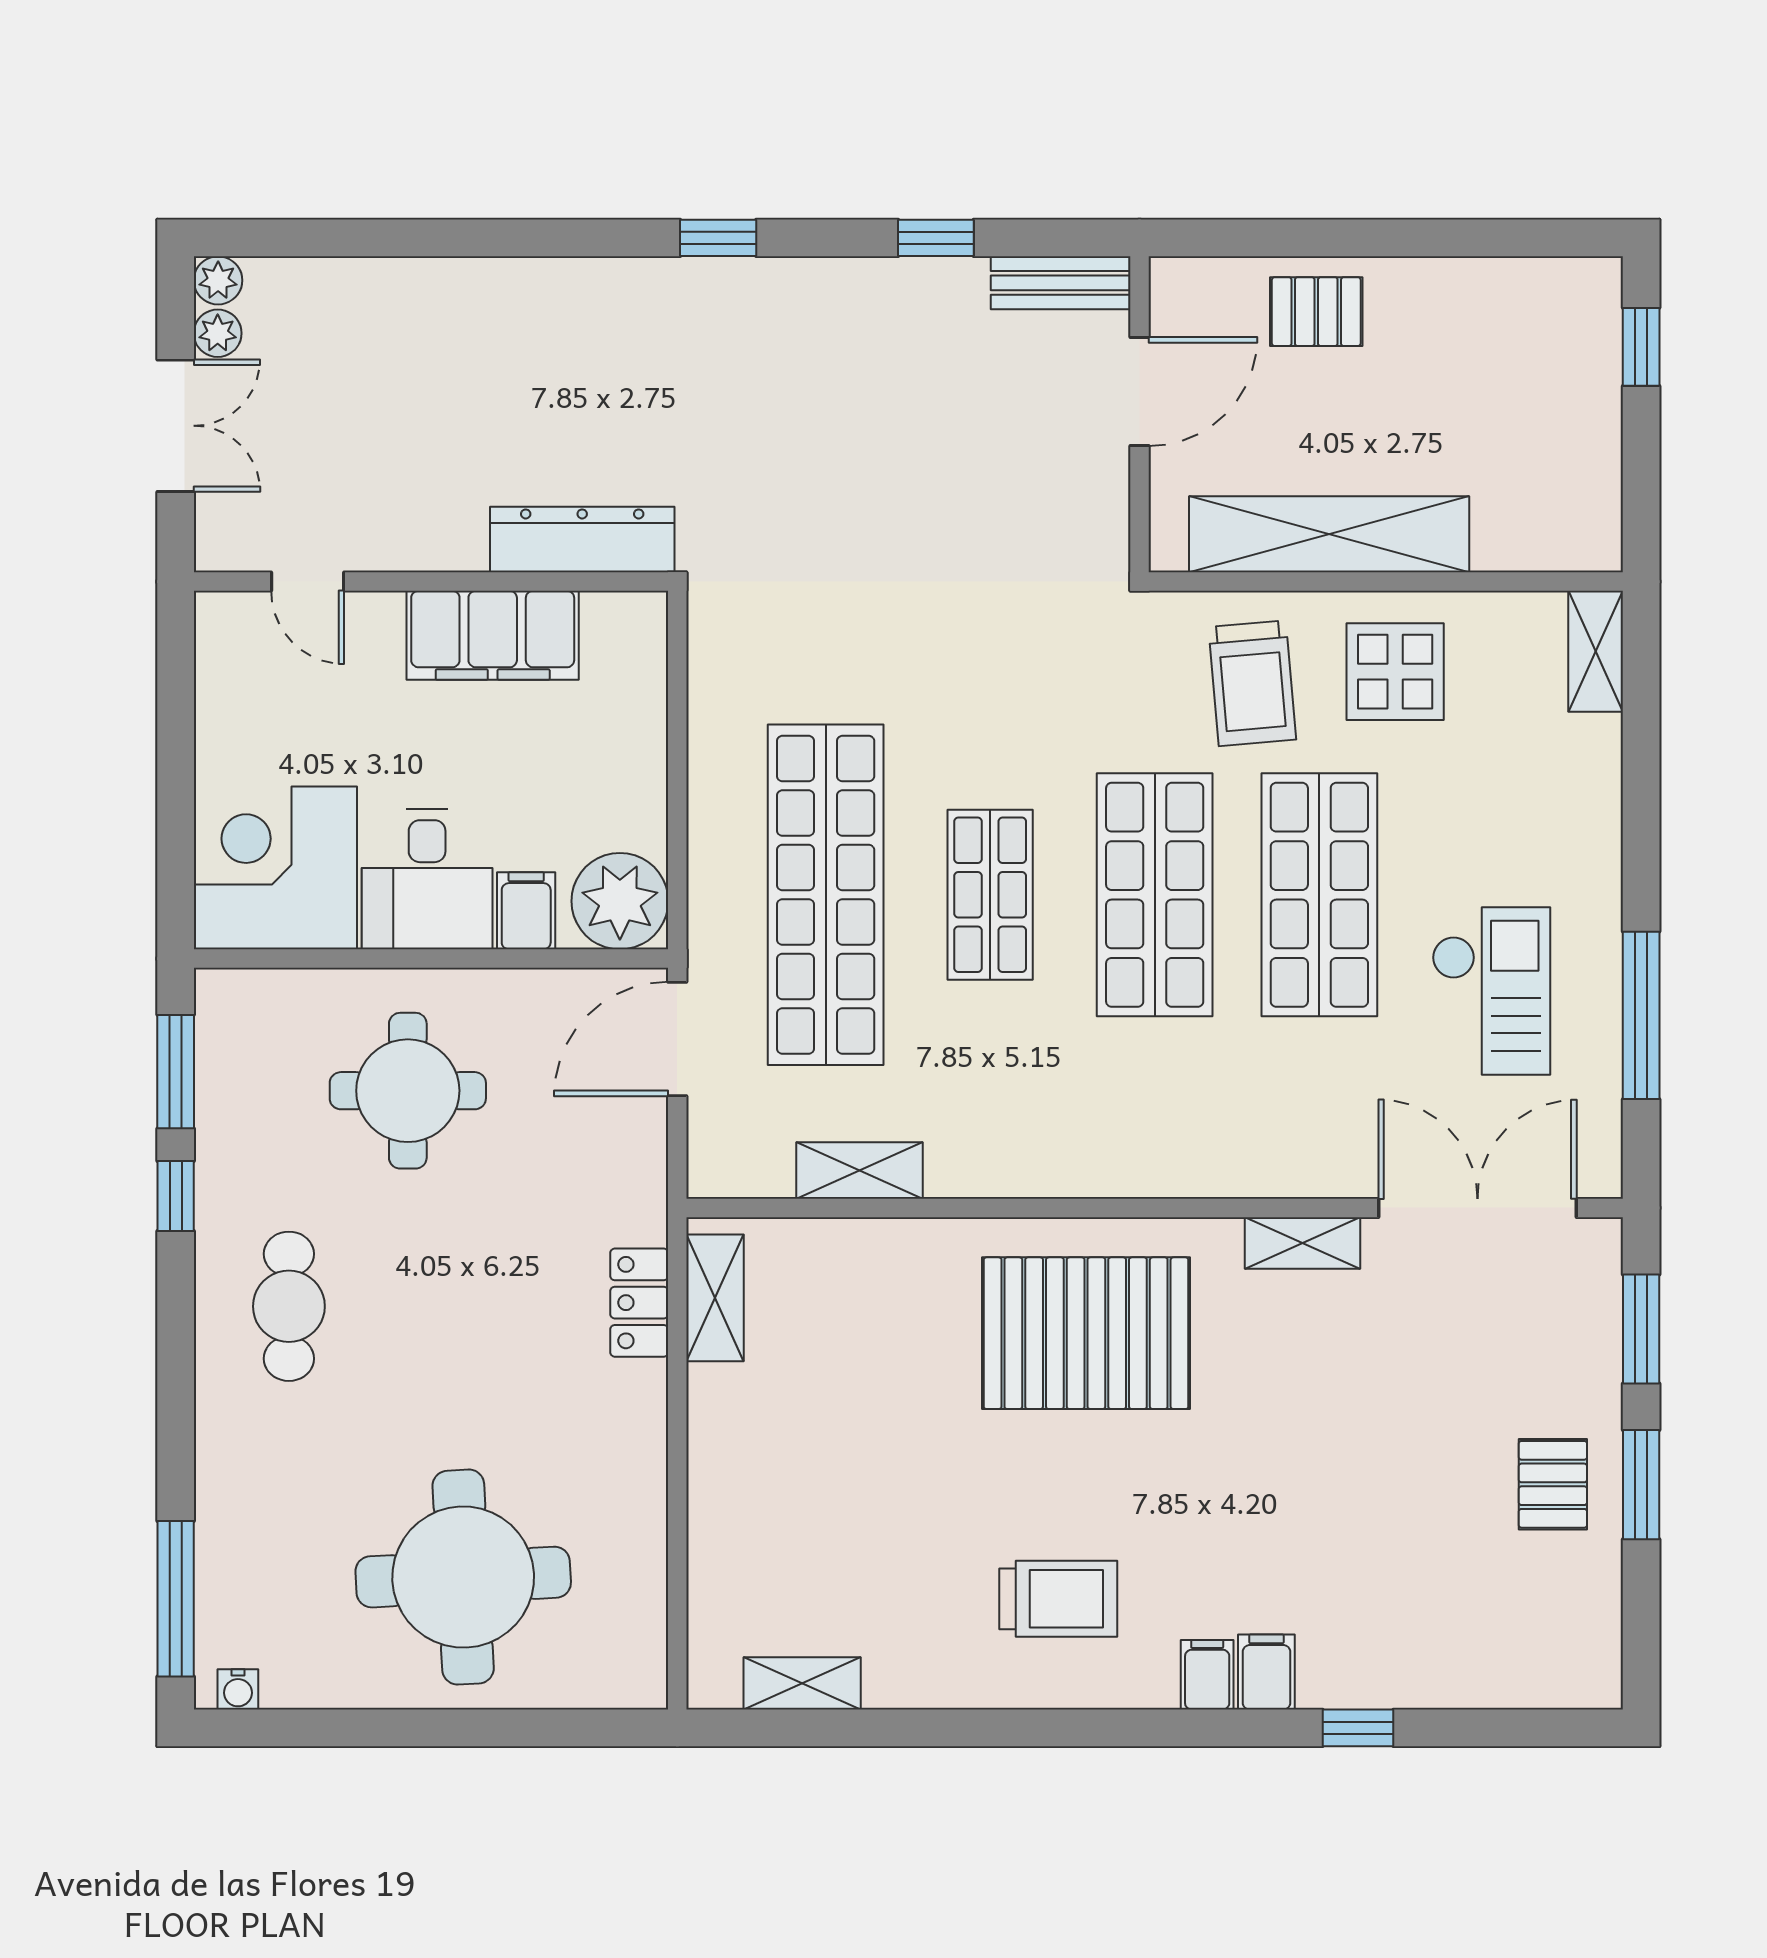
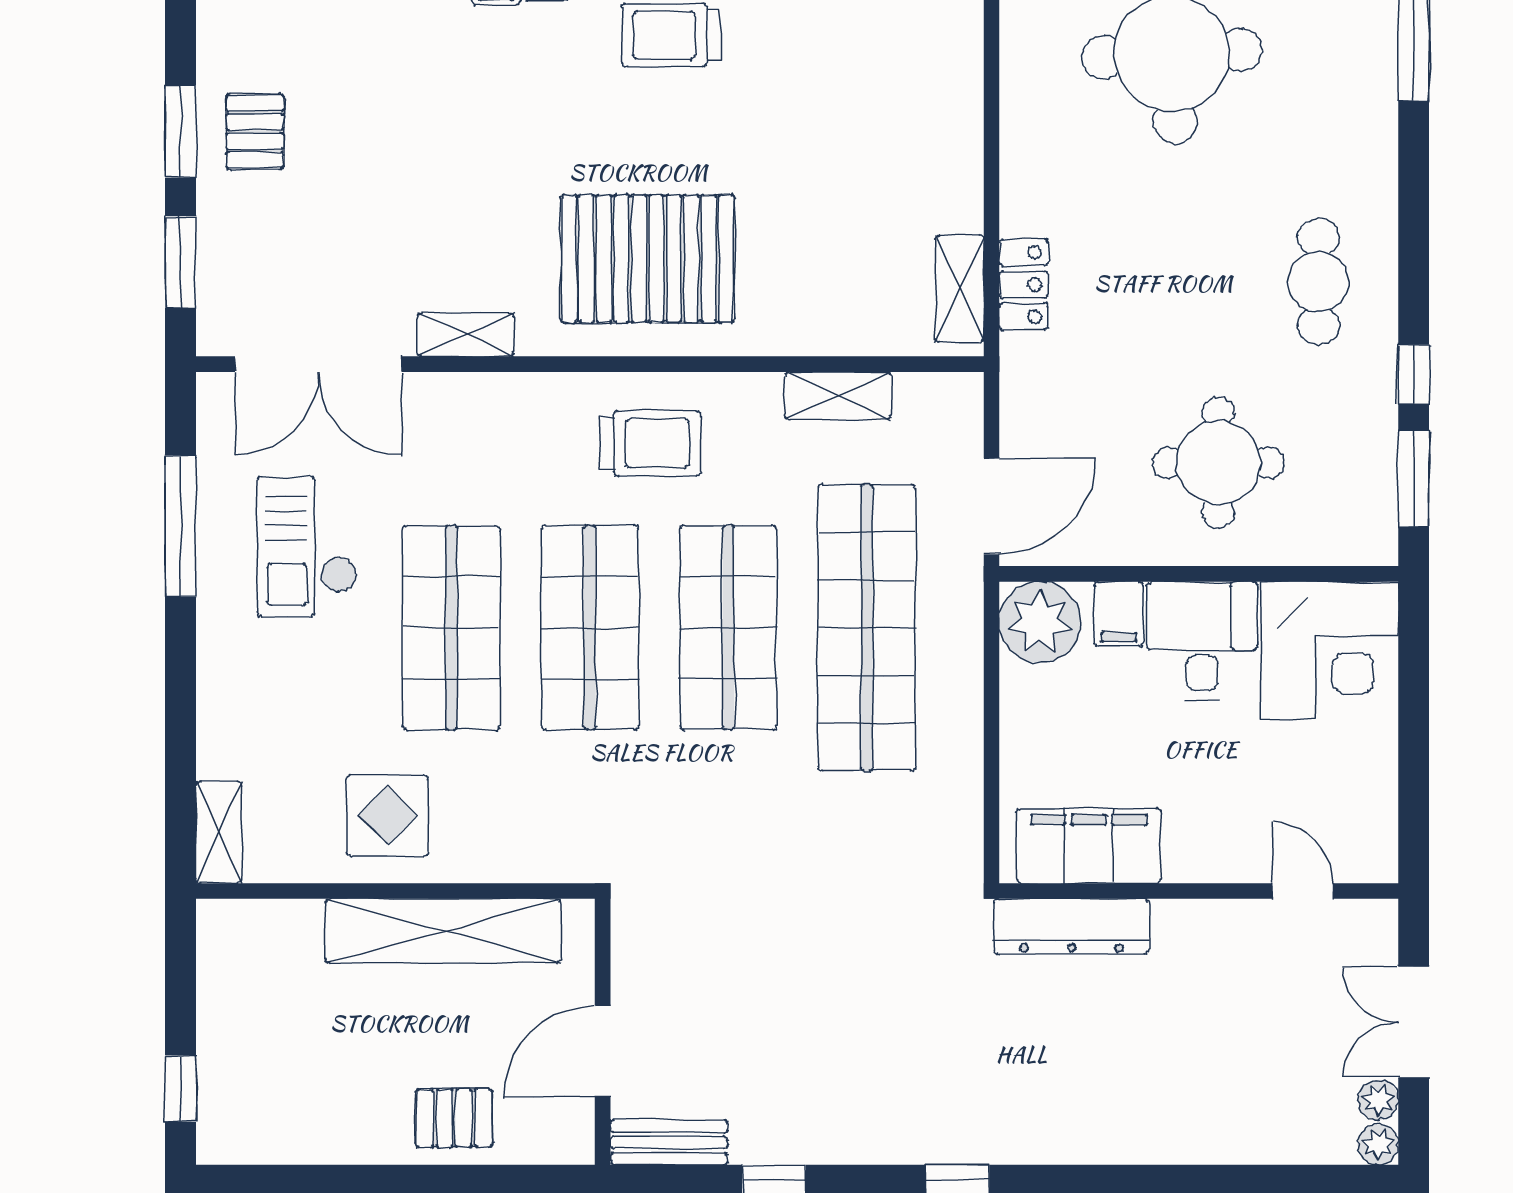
filing cabinet: (493, 635) -> (1089, 846), moved
trolley: (1252, 683) -> (650, 443), moved, turned 95
shop shelf: (990, 895) -> (728, 628), width x1.43, depth x1.36

